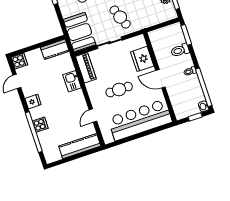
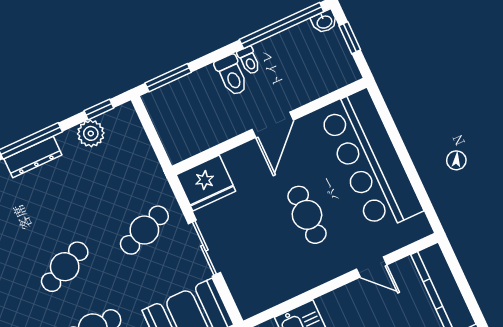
toilet: (180, 50) -> (232, 75), moved
fridge: (142, 59) -> (206, 183), moved
piano: (86, 68) -> (266, 294), removed

